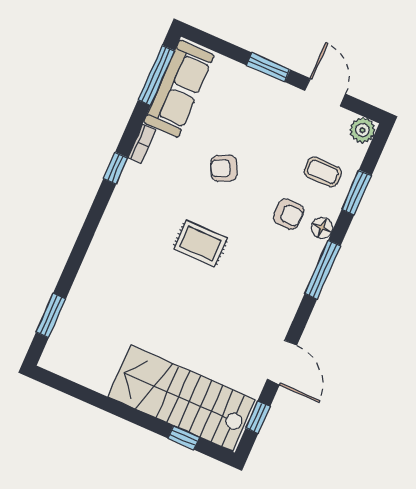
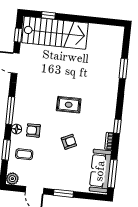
window: (51, 315) -> (123, 69), moved

